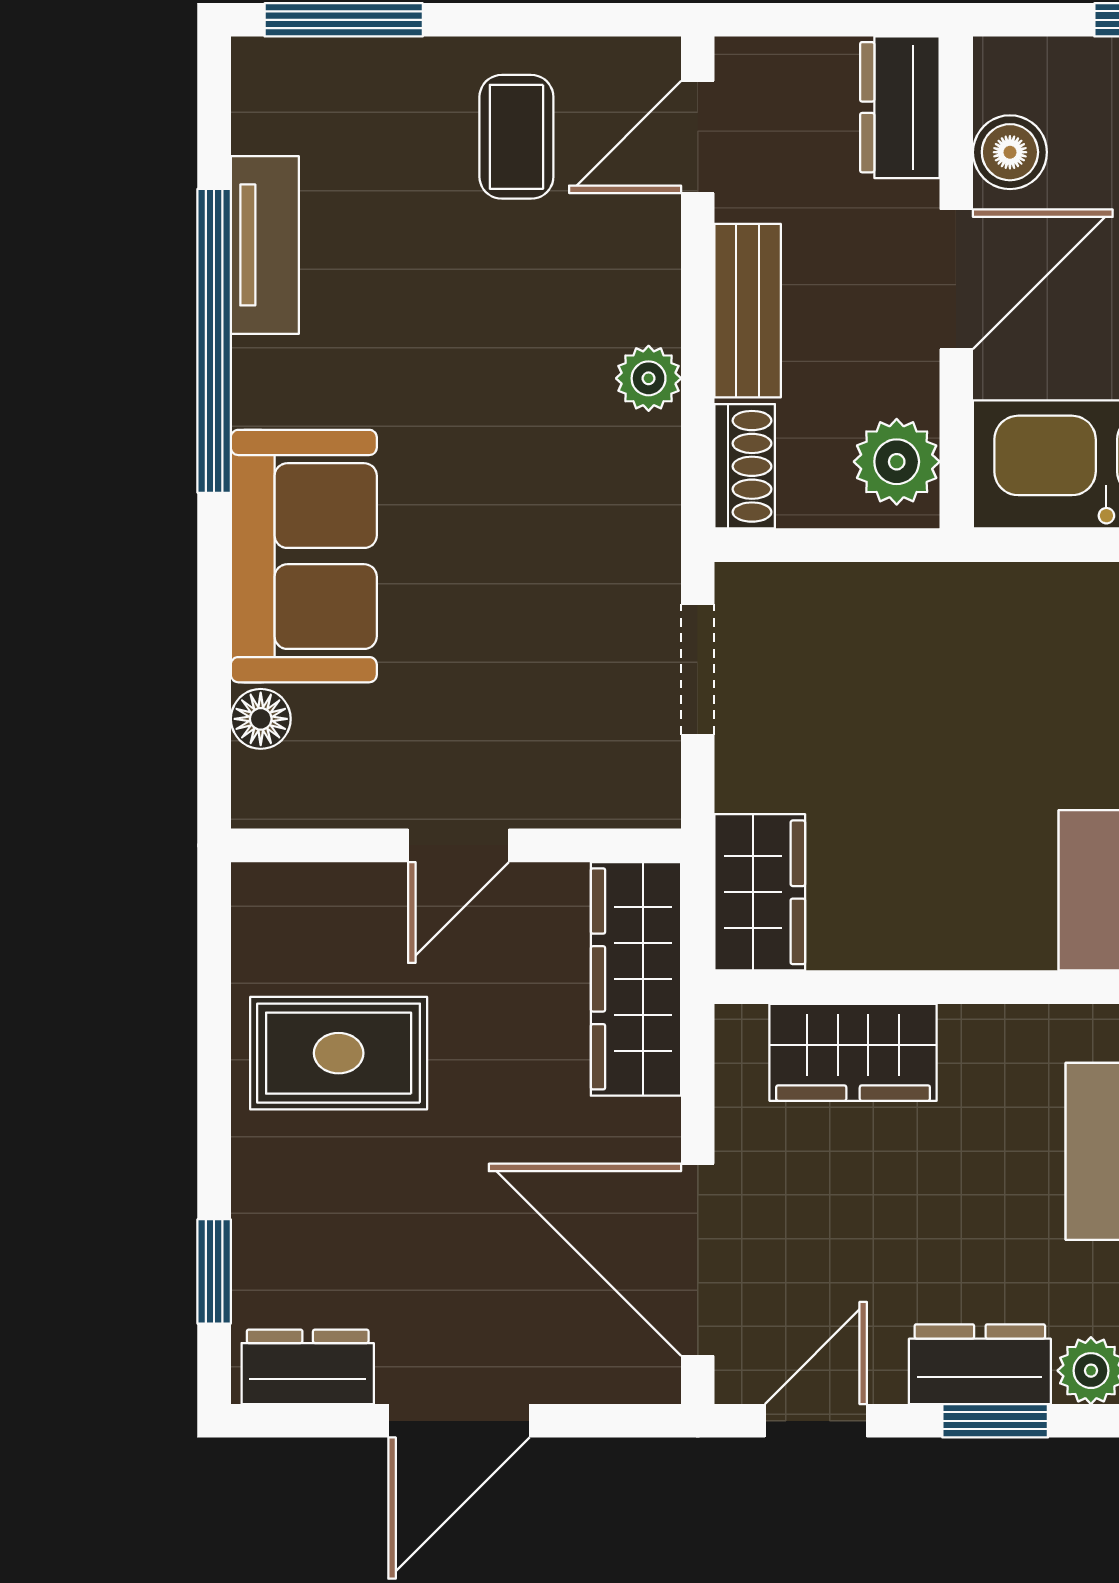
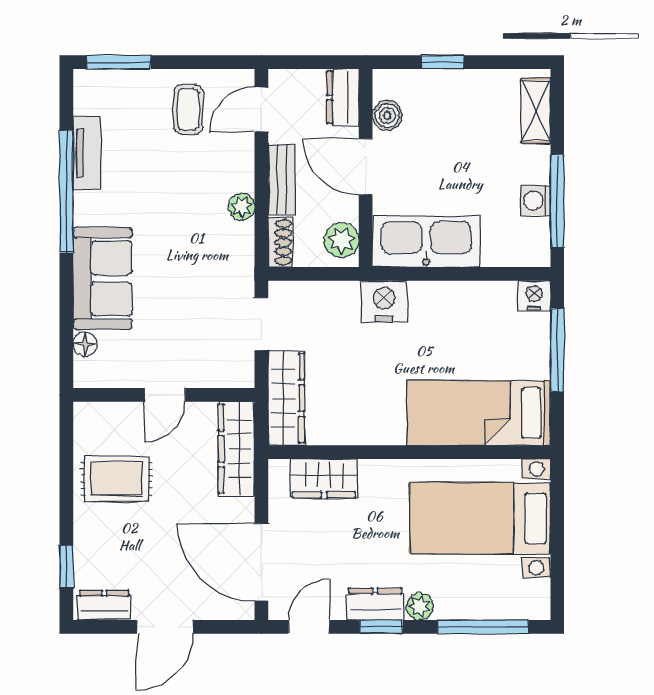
door: (956, 279) -> (366, 167), swing flipped
nightstand: (1002, 613) -> (384, 301), added
wardrobe: (760, 892) -> (286, 398), width x1.50

